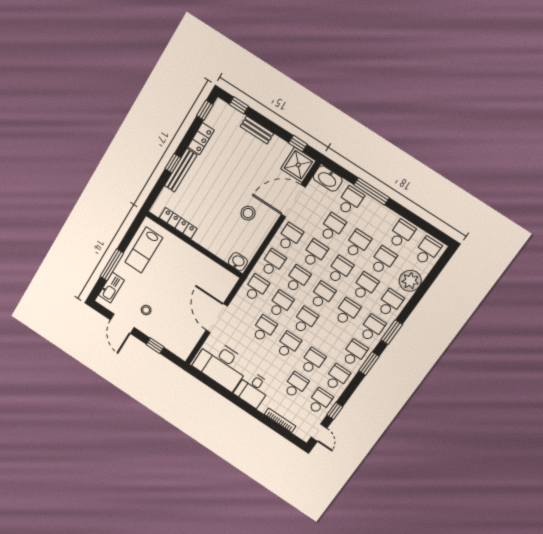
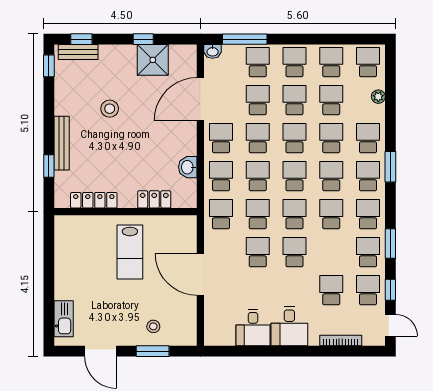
bench: (257, 130) -> (78, 52), moved
locker: (201, 139) -> (154, 199), moved, turned -90
window: (298, 144) -> (143, 39), moved
window: (173, 163) -> (49, 166), moved
shower: (298, 165) -> (153, 60), moved
washbasin: (328, 179) -> (213, 51), width x0.52, depth x0.69
window: (372, 191) -> (245, 39), moved
stool: (248, 213) -> (110, 109), moved
school desk: (376, 217) -> (295, 62), added
lab bench: (144, 250) -> (130, 252), moved
washbasin: (238, 262) -> (188, 167), moved, turned -90
window: (112, 265) -> (49, 293), removed
plant: (410, 281) -> (378, 97), width x0.53, depth x0.53
stool: (146, 310) -> (153, 326), moved
window: (155, 346) -> (153, 351), width x1.50
school desk: (312, 361) -> (331, 214), moved
window: (369, 364) -> (390, 243), moved
desk: (221, 365) -> (253, 328), width x0.53, depth x0.77

